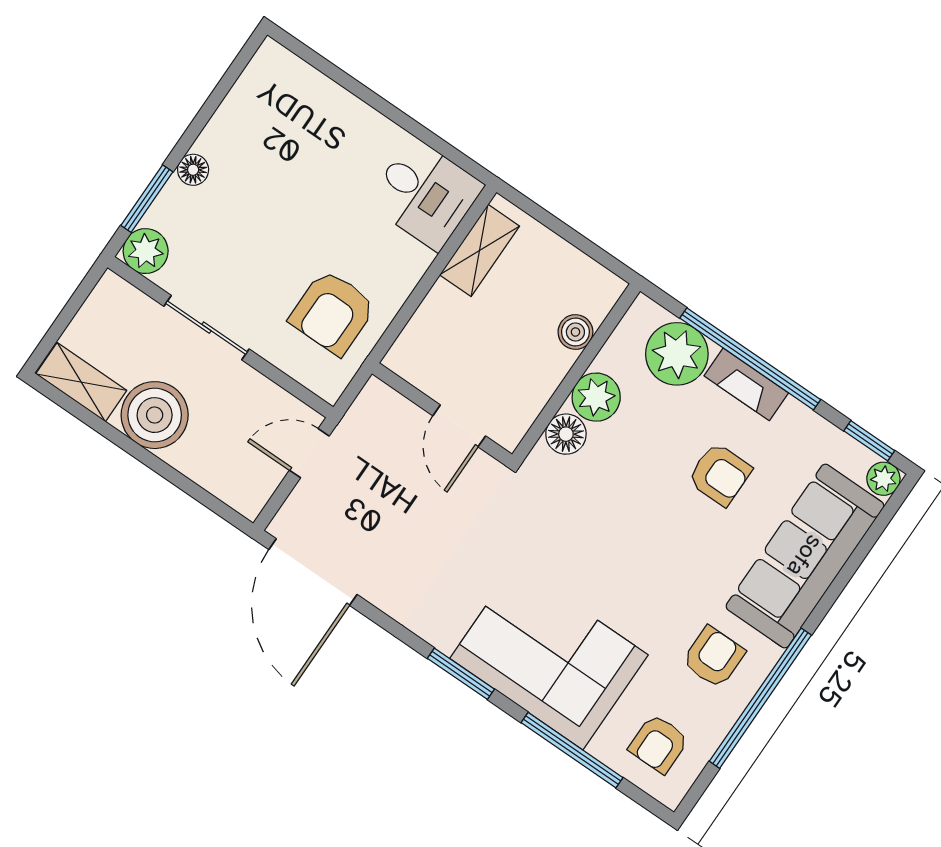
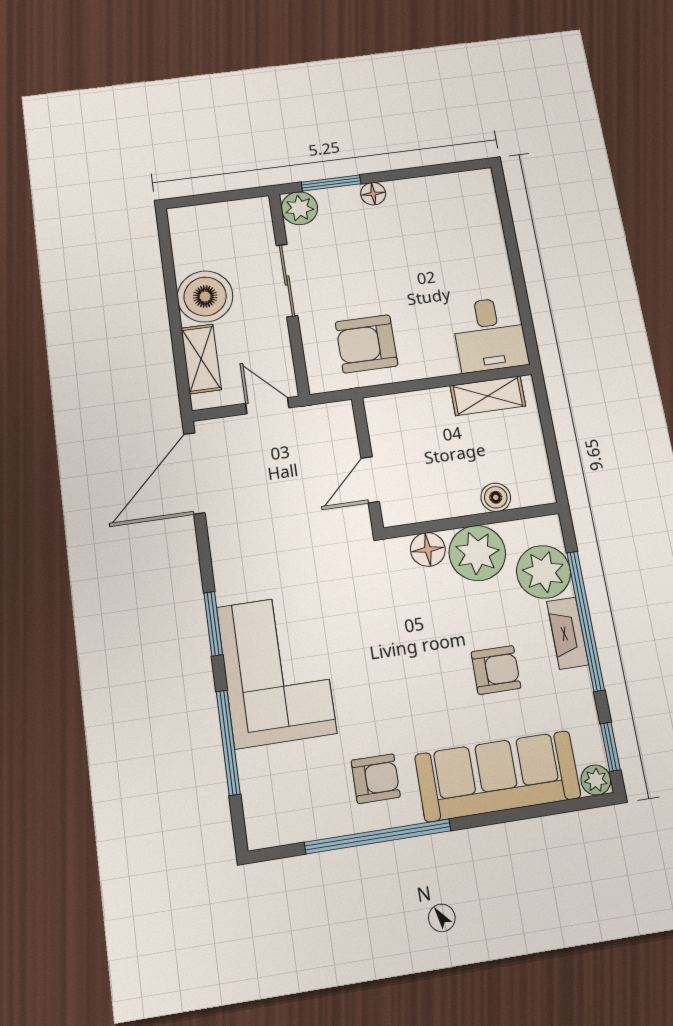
shelving: (81, 382) -> (201, 359), moved
plant: (596, 397) -> (477, 553), width x1.36, depth x1.36
armchair: (720, 474) -> (496, 670), turned -90
armchair: (659, 744) -> (285, 796), removed

